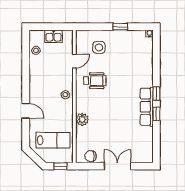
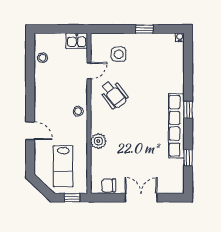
kitchen sink: (54, 36) -> (77, 41), moved
wheelchair: (95, 81) -> (114, 94), turned 52
row of seats: (147, 107) -> (176, 126), width x1.36
window: (156, 114) -> (188, 158), moved
lab bench: (53, 140) -> (63, 166), turned 90

